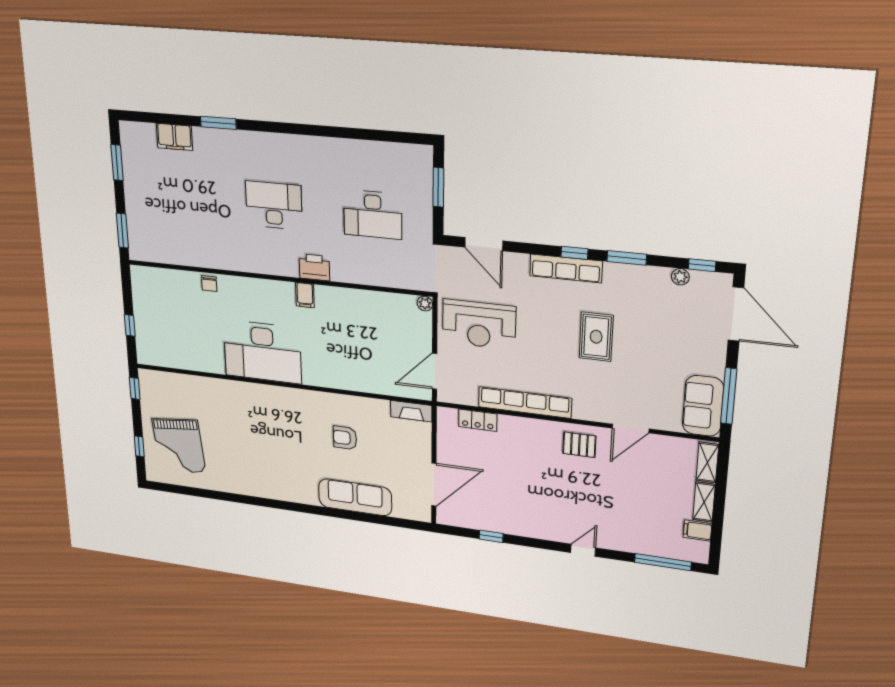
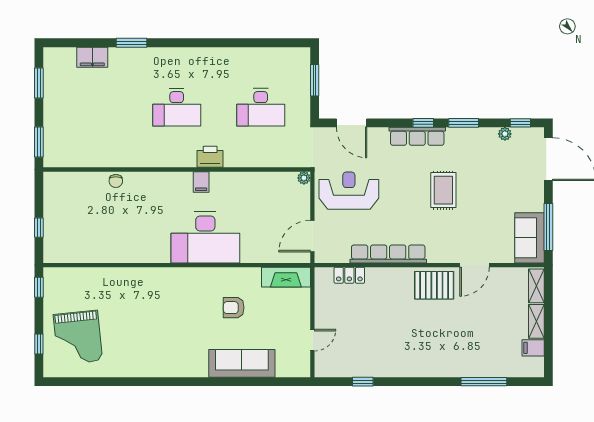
desk: (274, 205) -> (177, 107), turned 180
reception desk: (479, 324) -> (349, 191), turned 180
desk: (263, 352) -> (205, 237), moved
fireplace: (411, 411) -> (286, 277), width x1.37, depth x1.32
pallet: (579, 445) -> (434, 285), width x1.50, depth x1.42
door: (434, 485) -> (312, 340), width x0.53
door: (583, 550) -> (441, 382), removed
window: (663, 562) -> (484, 382), moved

